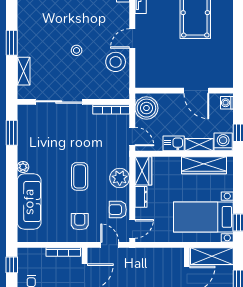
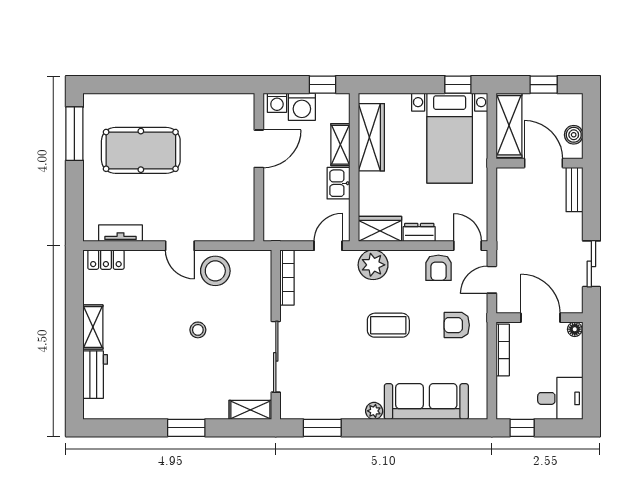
shelving: (24, 71) -> (250, 410), moved
boiler: (146, 108) -> (285, 224), removed
washing machine: (223, 142) -> (302, 107), moved, turned -90
plant: (120, 178) -> (373, 265), moved

